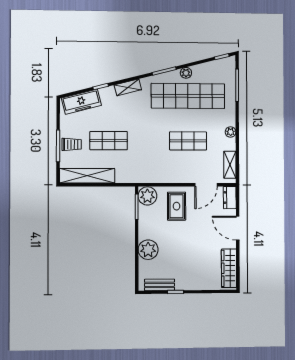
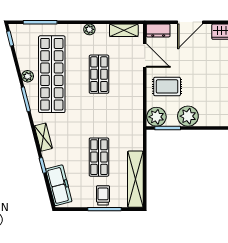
plant: (148, 250) -> (188, 116), moved

